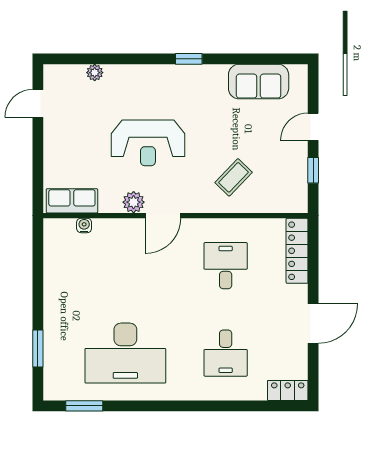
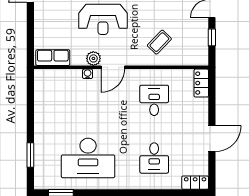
water cooler: (84, 225) -> (88, 74), moved
locker: (297, 251) -> (201, 83), width x0.66

